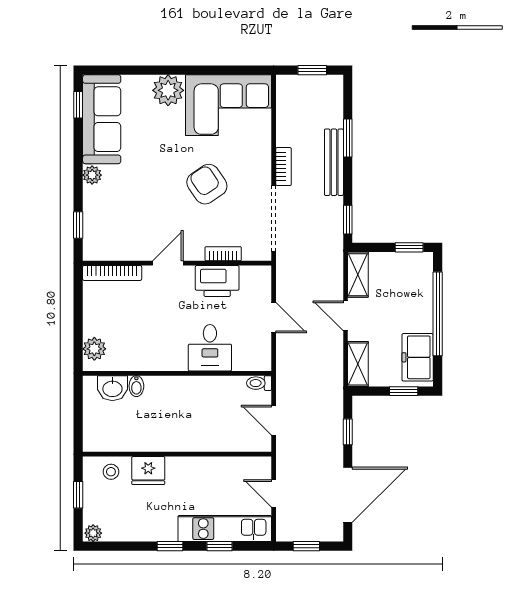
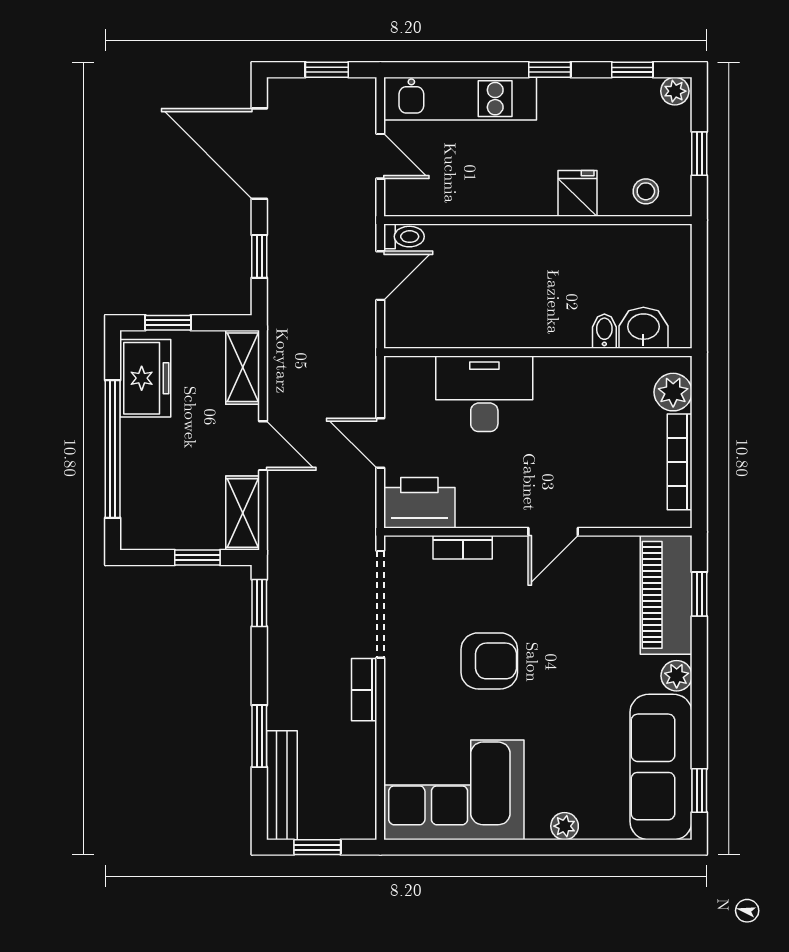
plant: (168, 90) -> (565, 826), width x0.53, depth x0.53
bench: (334, 162) -> (282, 785), moved
armchair: (207, 184) -> (489, 661), turned -56
piano: (99, 225) -> (666, 595), added
window: (409, 247) -> (197, 557), moved
bookcase: (112, 273) -> (680, 462), moved, turned -90
printer: (217, 281) -> (419, 503), moved
desk: (210, 348) -> (484, 394), width x1.37
toilet: (259, 383) -> (404, 237), moved
door: (274, 420) -> (380, 276), hinge flipped
fridge: (148, 470) -> (578, 193), width x0.72
door: (348, 495) -> (259, 154), hinge flipped
window: (220, 546) -> (632, 70), moved

